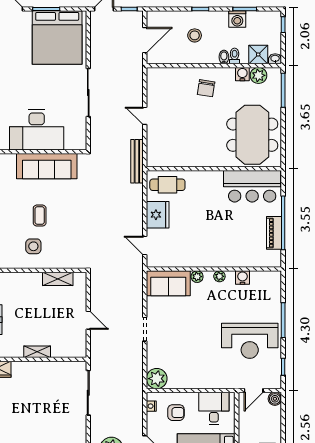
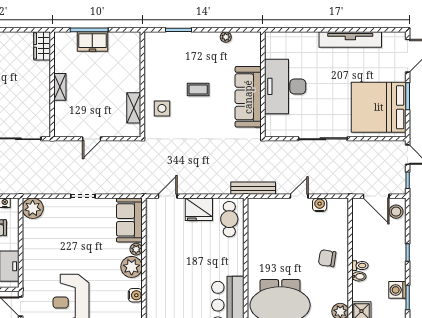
stool: (195, 35) -> (396, 212), moved
toilet: (235, 56) -> (360, 266), moved
water cooler: (242, 74) -> (320, 205), moved, turned -90
side table: (33, 246) -> (162, 108), moved
plant: (219, 276) -> (132, 267), width x1.88, depth x1.88

